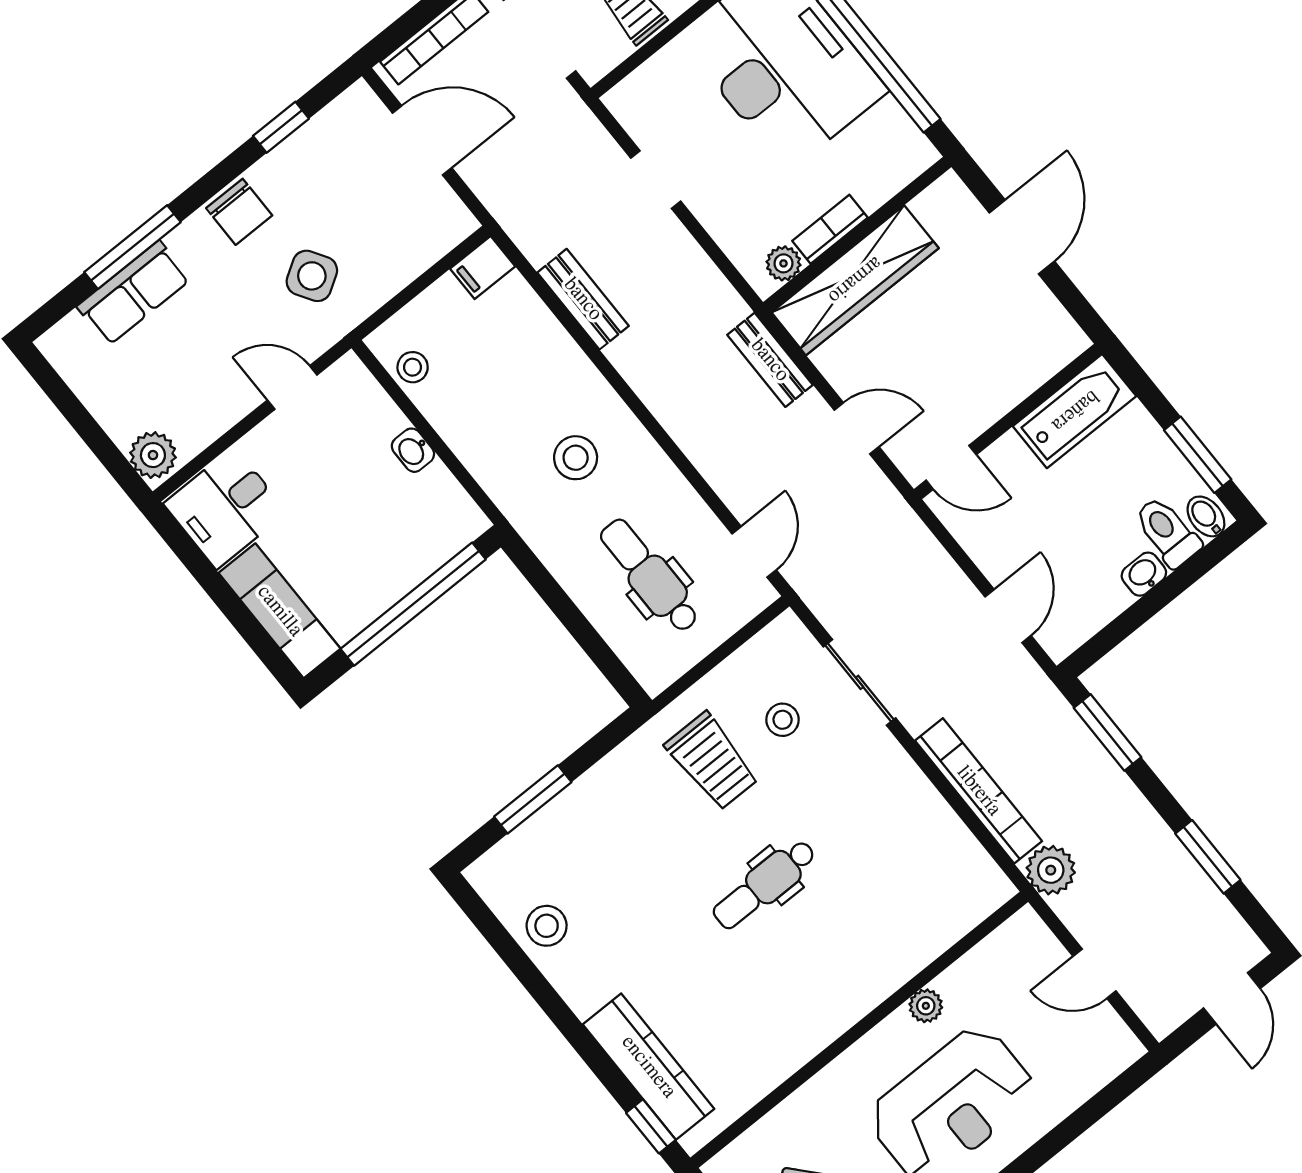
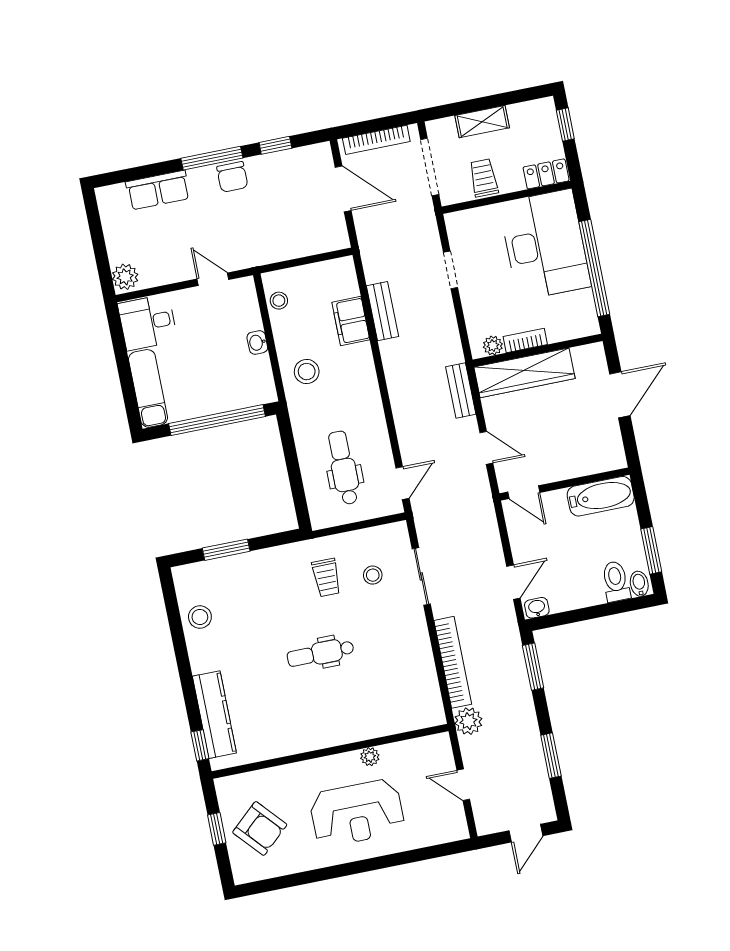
window: (132, 247) -> (212, 158), moved
filing cabinet: (483, 267) -> (351, 321), moved, width x2.00
side table: (312, 276) -> (252, 228), removed
stool: (576, 458) -> (307, 372), moved
washbasin: (1144, 574) -> (537, 608), moved
trolley: (712, 761) -> (326, 577), width x0.73, depth x0.72

